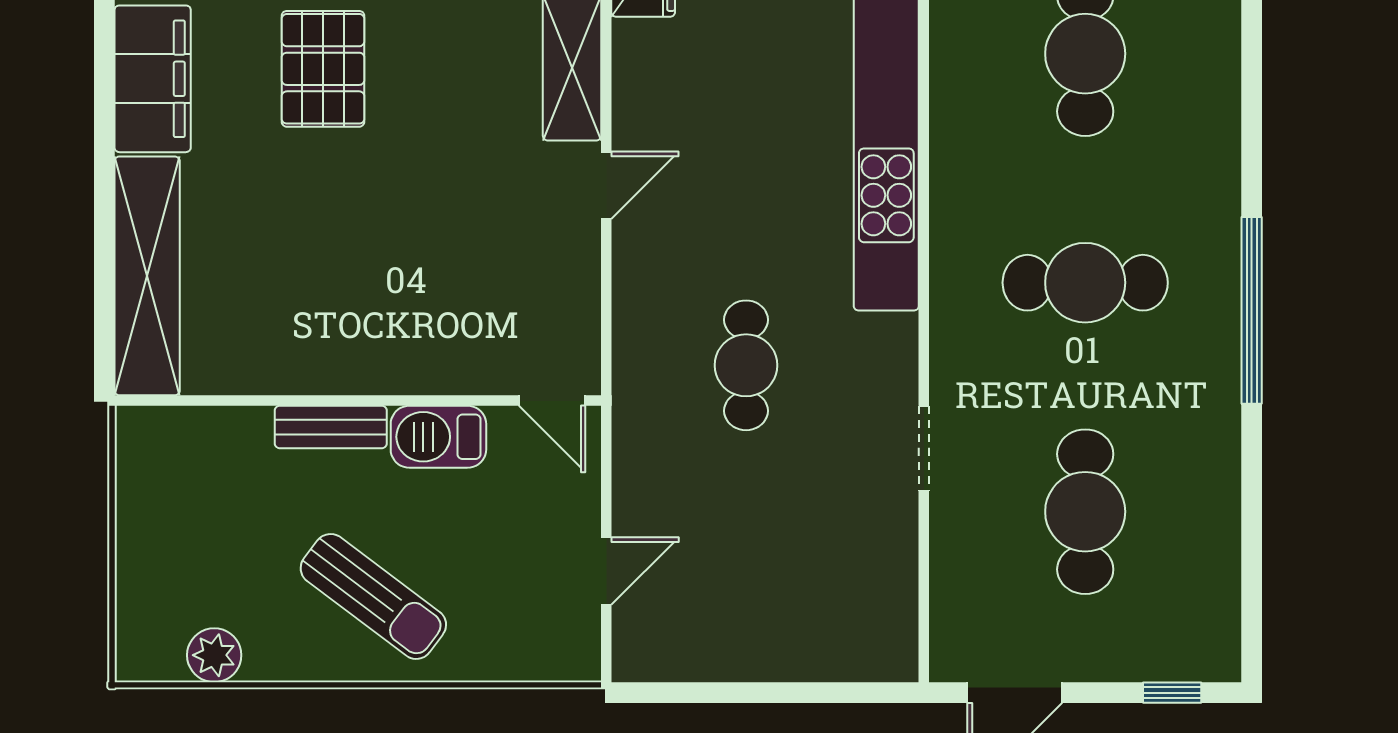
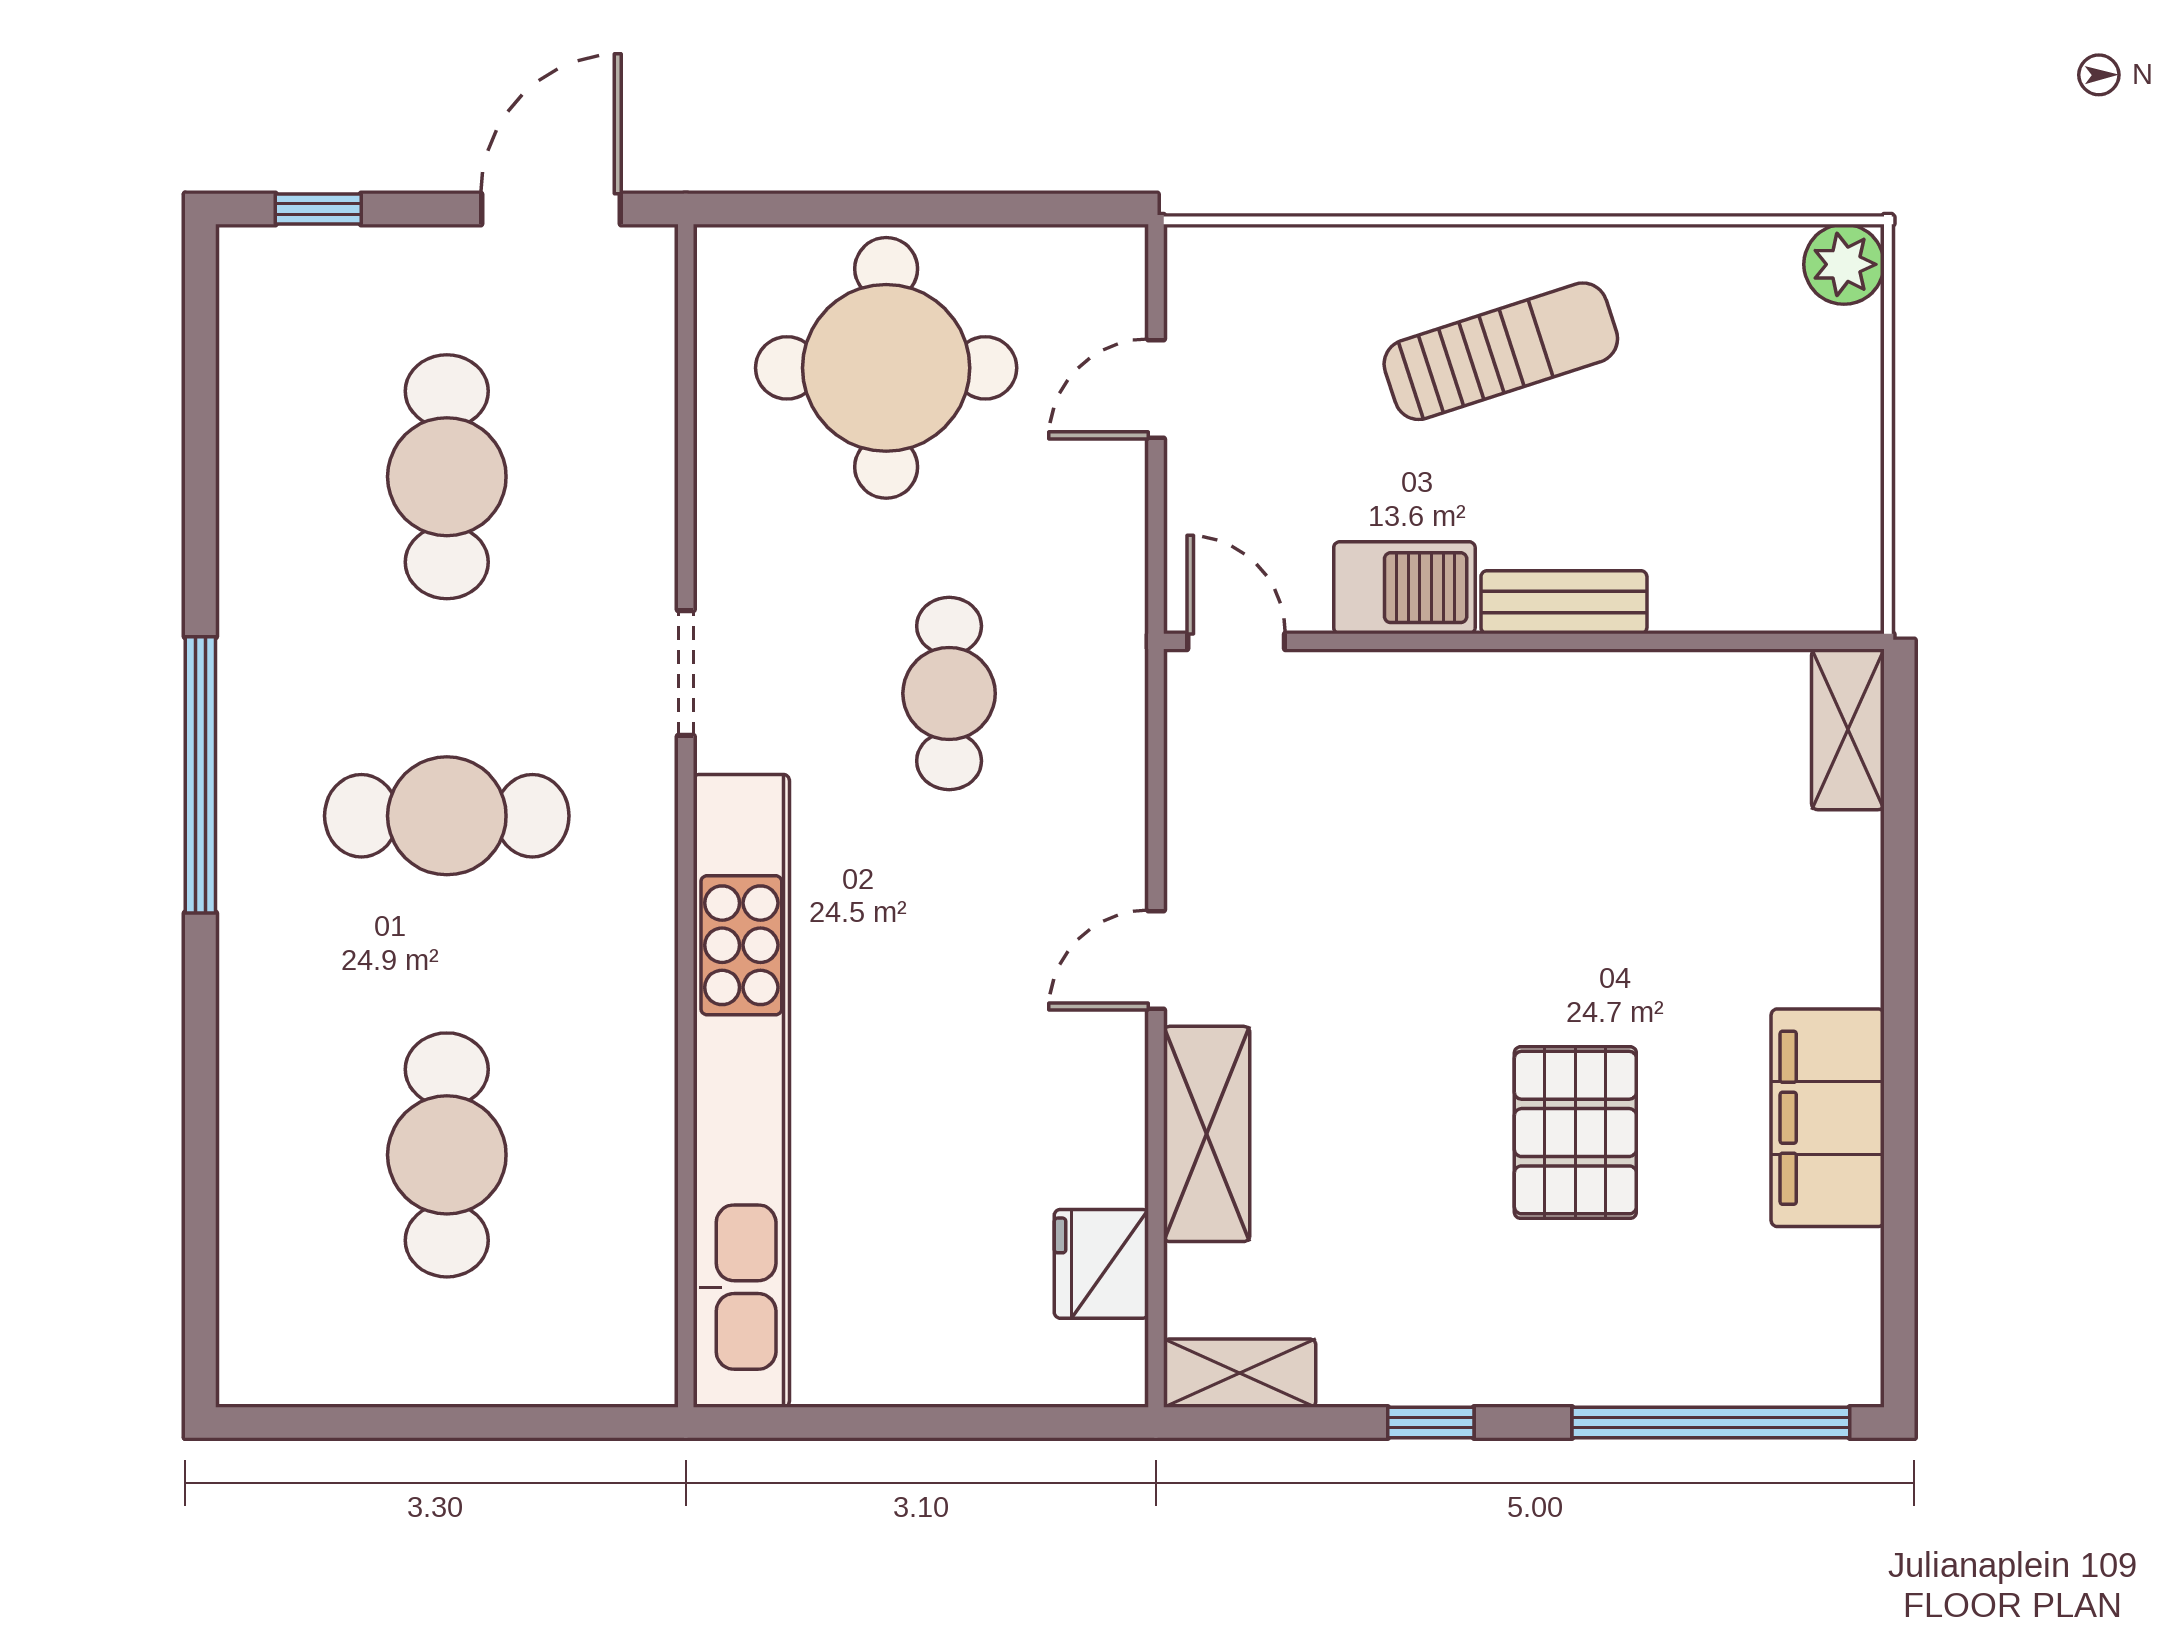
shelving: (147, 276) -> (1848, 729), width x0.45, depth x0.75
doorway: (924, 448) -> (686, 673), moved
round table: (789, 585) -> (886, 368), added
sun lounger: (373, 596) -> (1501, 351), turned 125
plant: (214, 655) -> (1844, 264), moved

